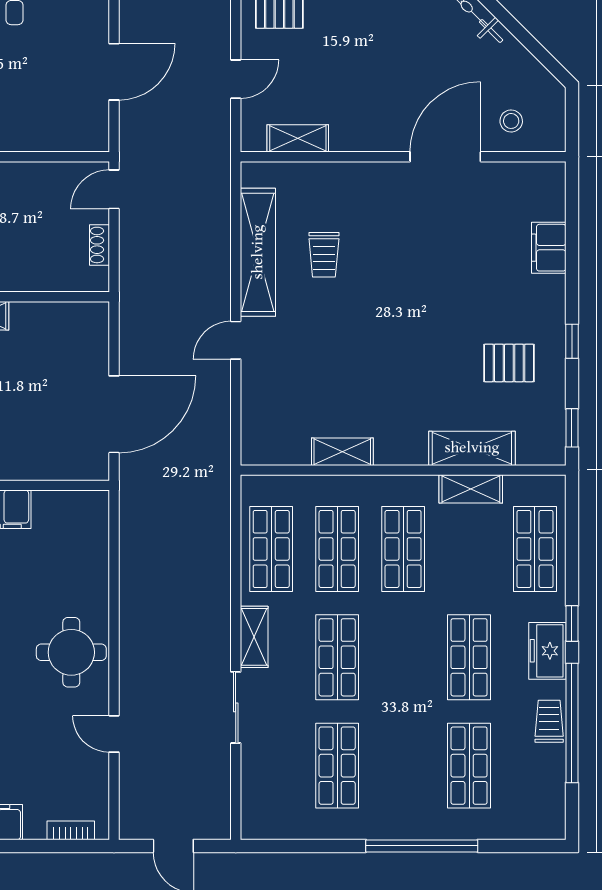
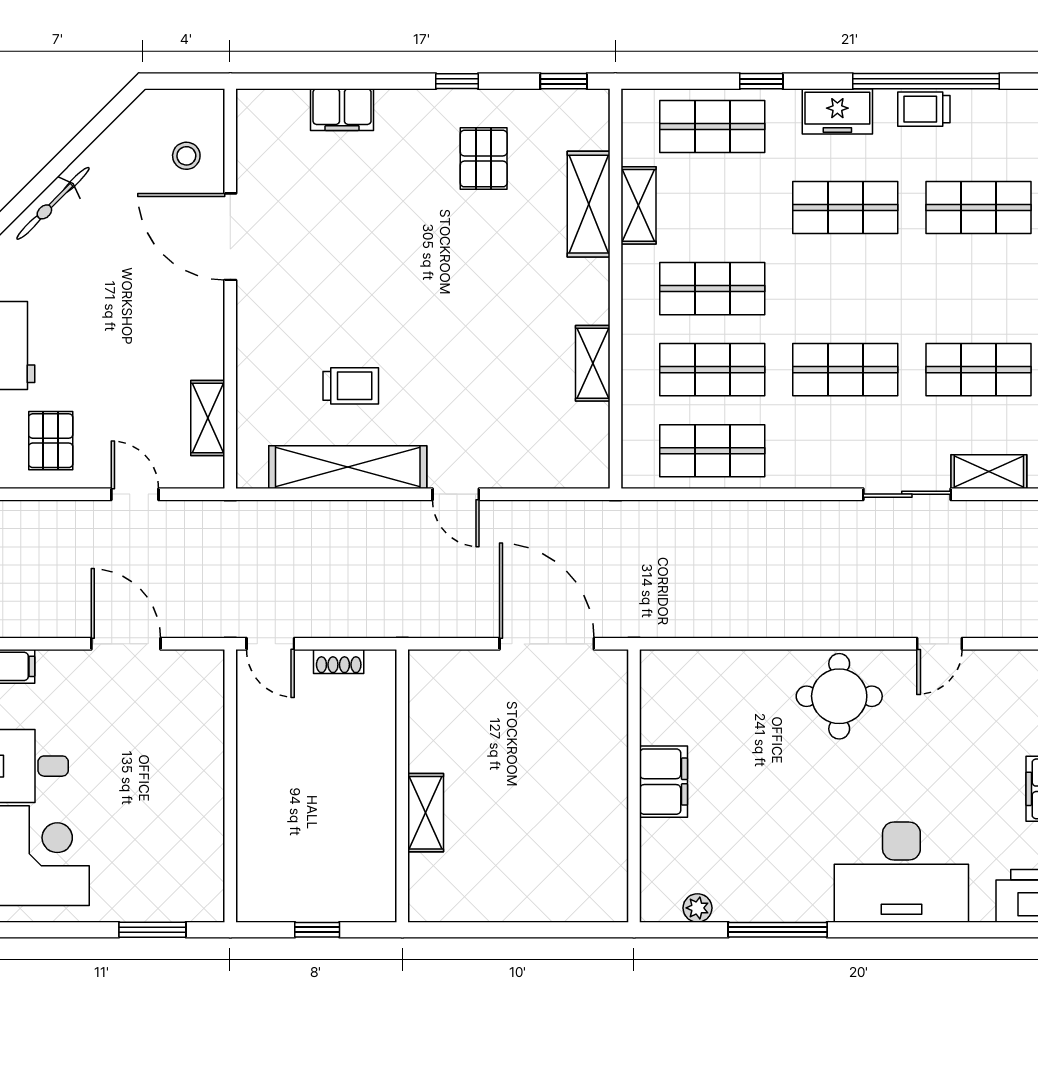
window: (572, 623) -> (761, 81), moved
shelving: (254, 637) -> (989, 472), moved

